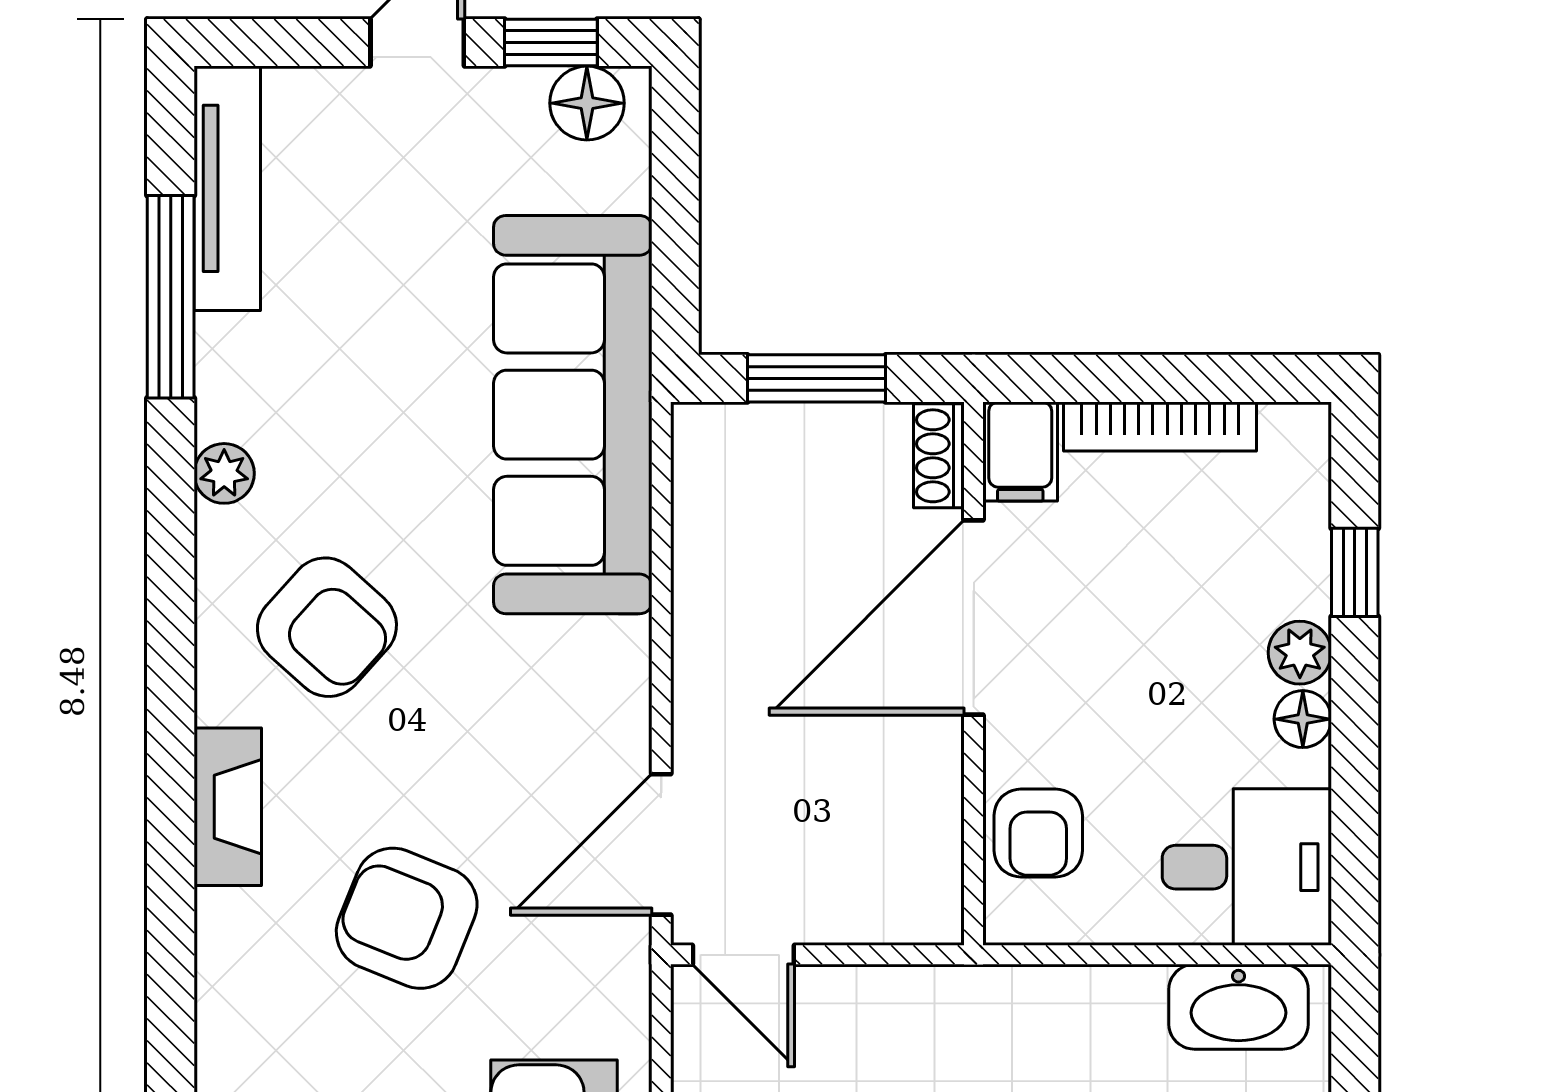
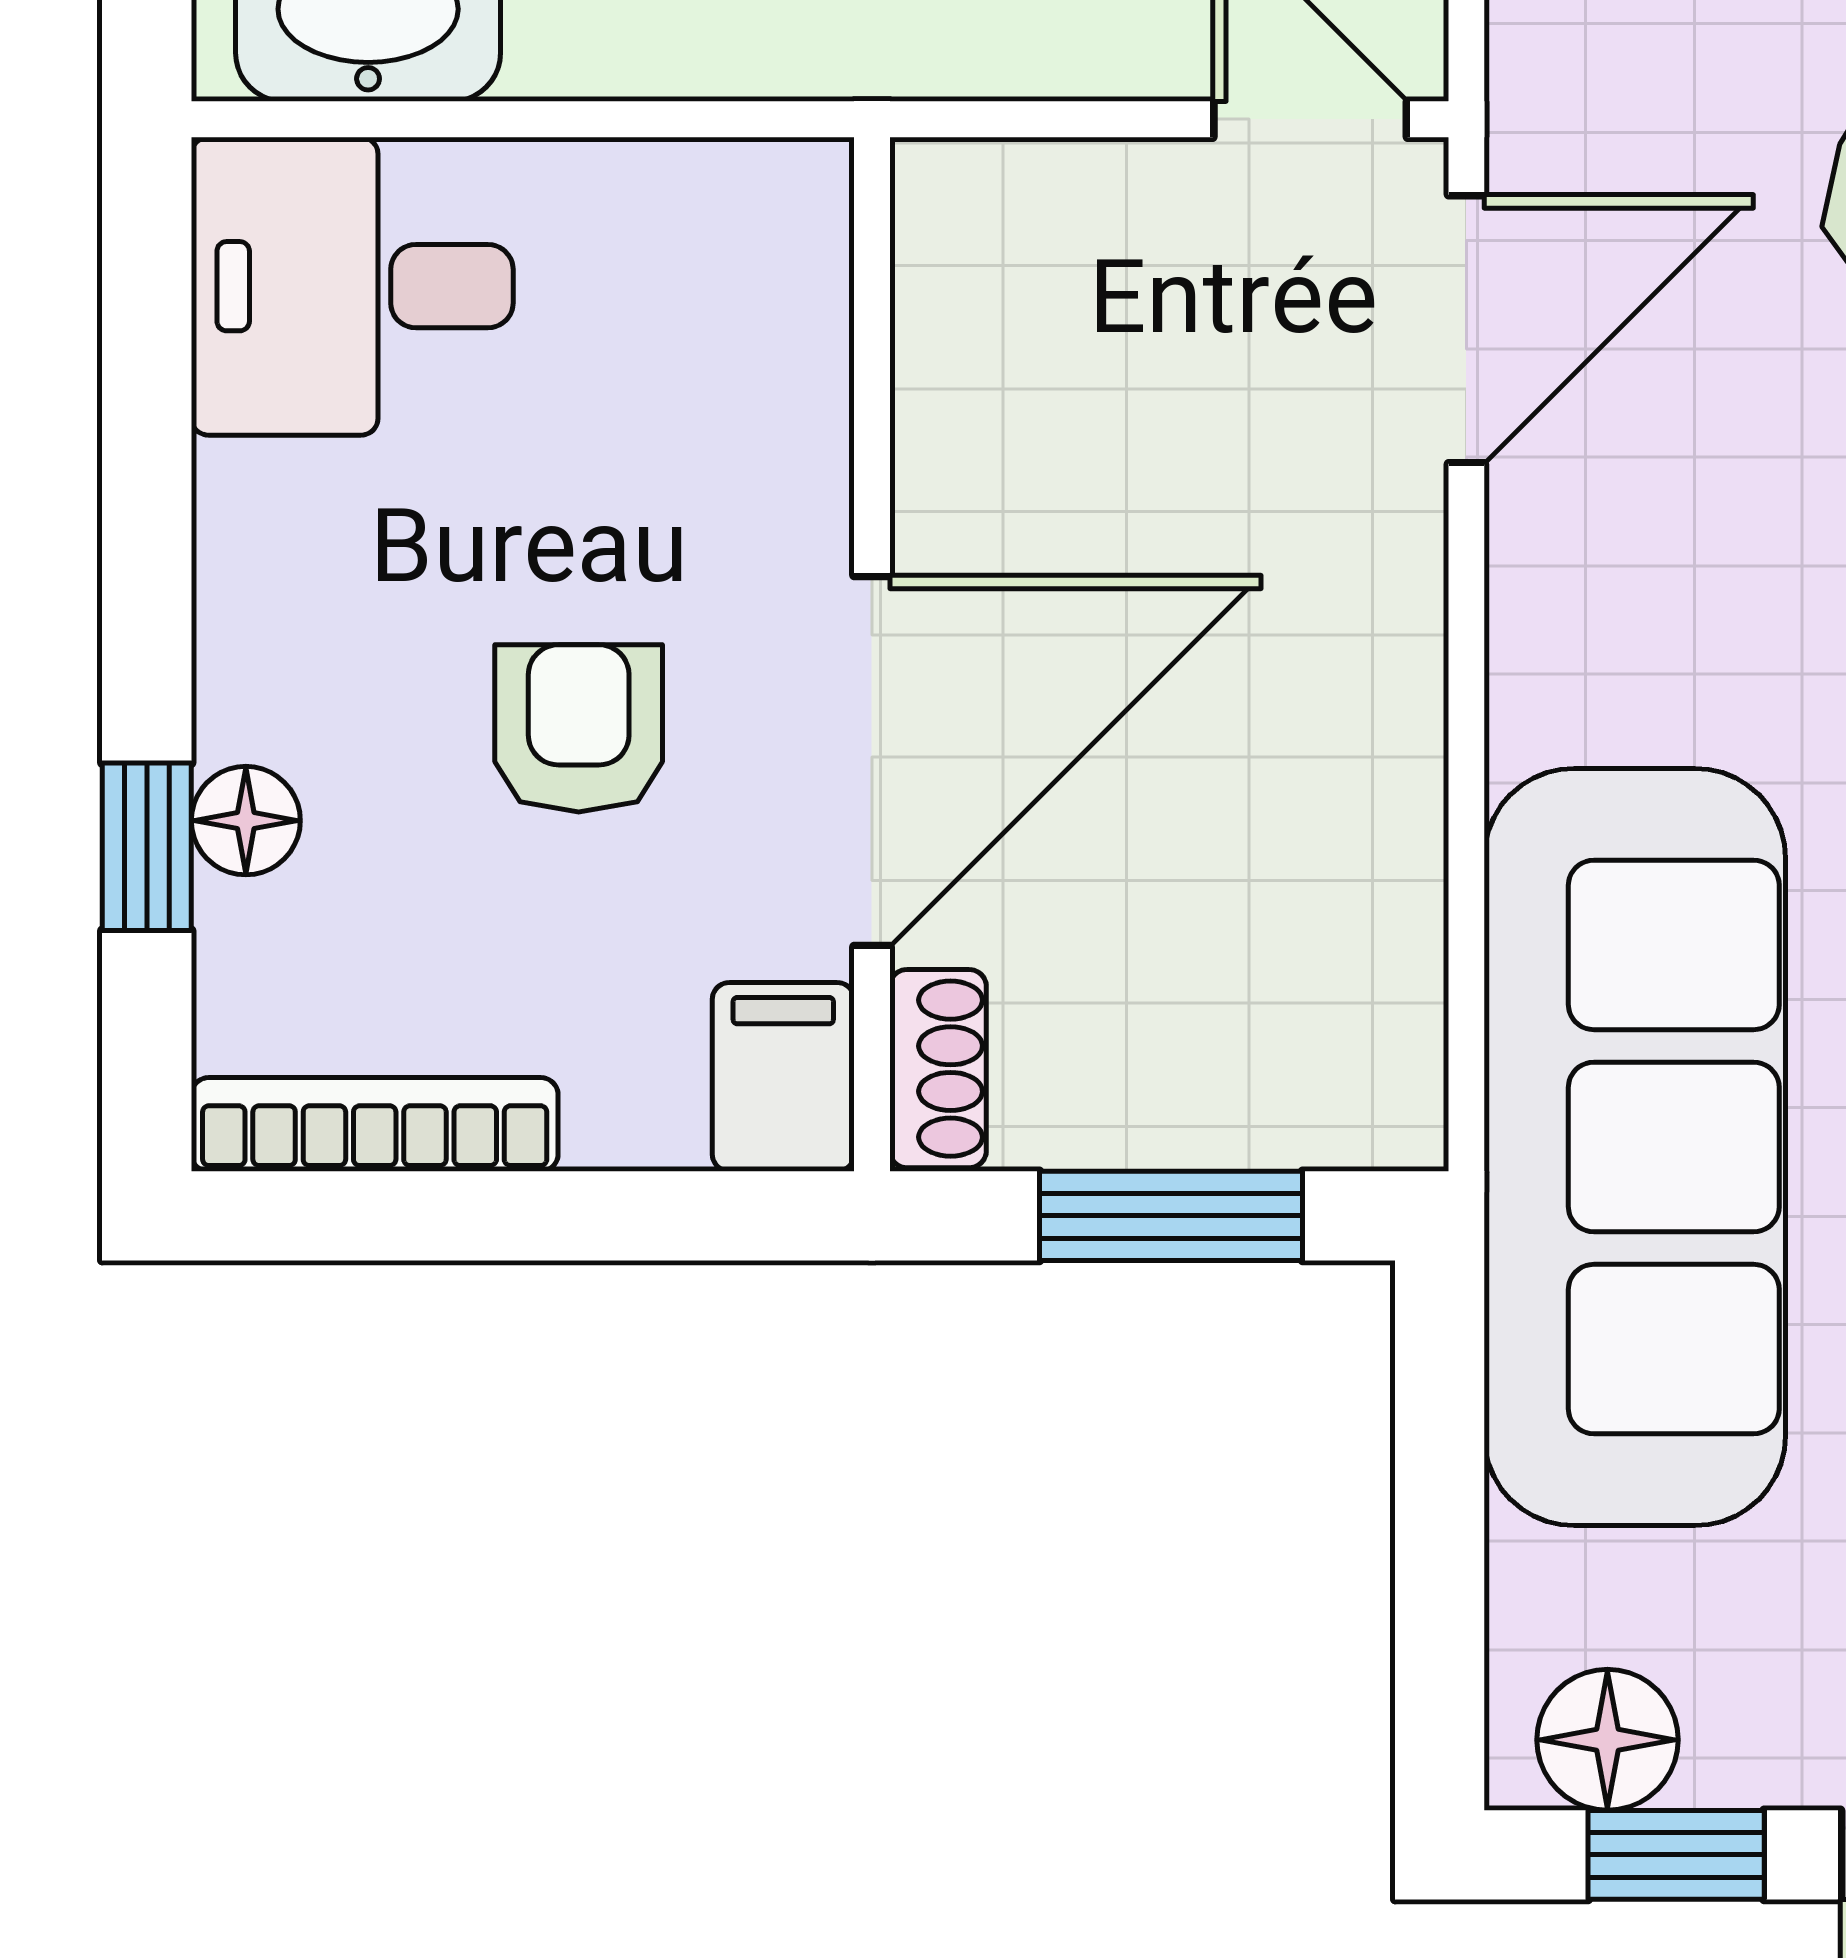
bookcase: (1160, 427) -> (375, 1124), moved
plant: (1300, 653) -> (251, 694), removed
floor lamp: (1303, 719) -> (246, 821), moved
armchair: (1038, 833) -> (579, 728), moved

